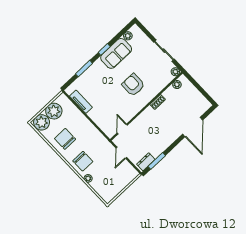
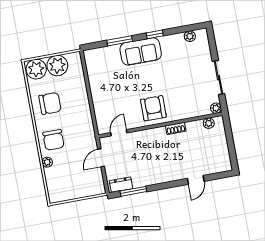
sofa: (116, 53) -> (141, 51), moved
armchair: (133, 85) -> (153, 108), moved
tv unit: (81, 102) -> (93, 74), removed
door: (193, 127) -> (196, 180), width x0.53
chair: (65, 139) -> (50, 103), turned 90

